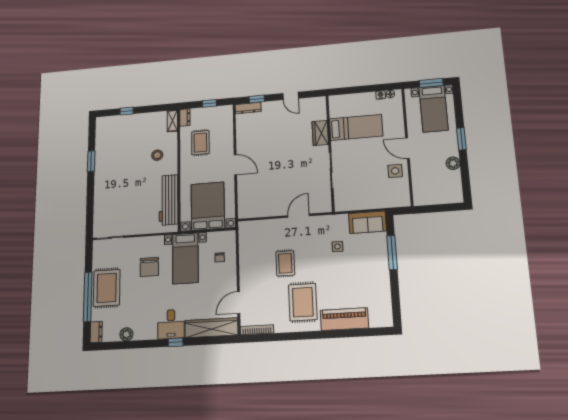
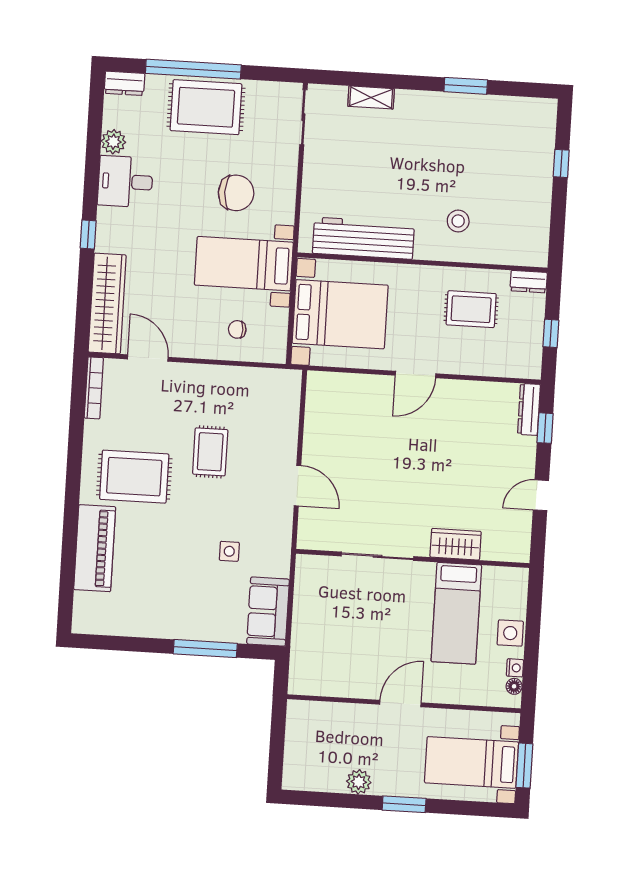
shelving: (172, 121) -> (371, 97), moved
side table: (395, 171) -> (510, 633), moved
rug: (285, 263) -> (210, 452), turned 90
chair: (149, 267) -> (236, 193), turned 180
desk: (171, 324) -> (125, 182), moved

